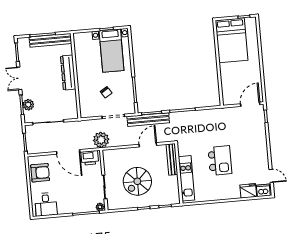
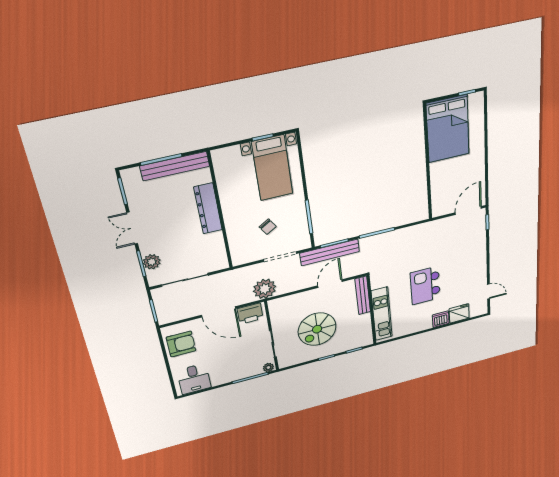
kitchen island: (220, 161) -> (425, 286), turned 180
dishwasher: (263, 190) -> (441, 319), moved

